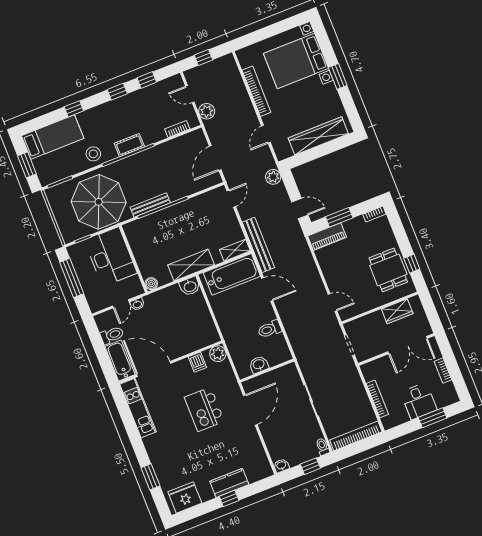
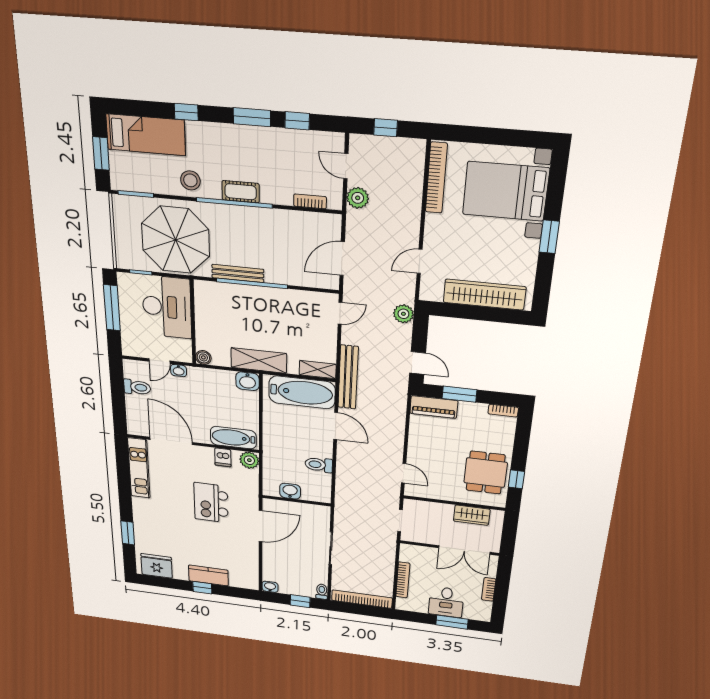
bookcase: (256, 91) -> (436, 178), moved
window: (117, 92) -> (252, 117), width x1.50
bathtub: (120, 360) -> (233, 438), moved, turned -90

